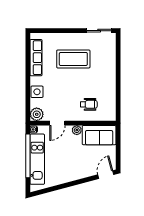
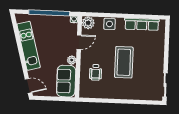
coffee table: (73, 59) -> (124, 62), moved
door: (57, 123) -> (79, 42), swing flipped
kitchen unit: (37, 159) -> (29, 46), moved, turned -105

